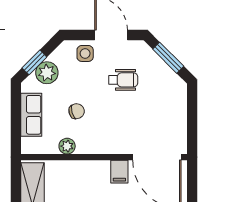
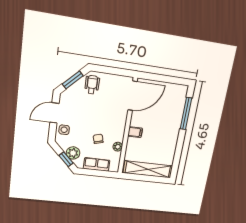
wheelchair: (123, 80) -> (92, 85), moved
filing cabinet: (119, 172) -> (135, 132), moved

